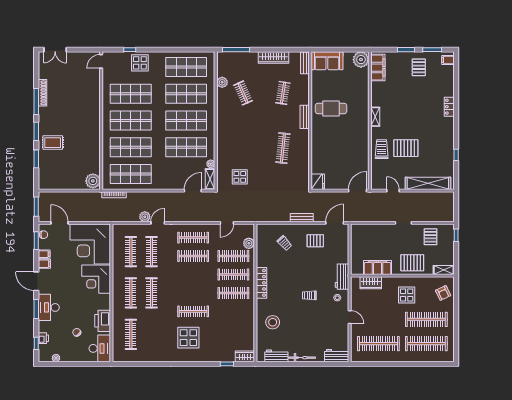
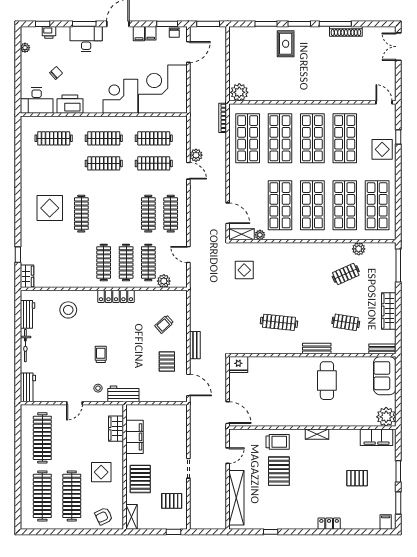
pallet: (419, 67) -> (357, 478), moved

